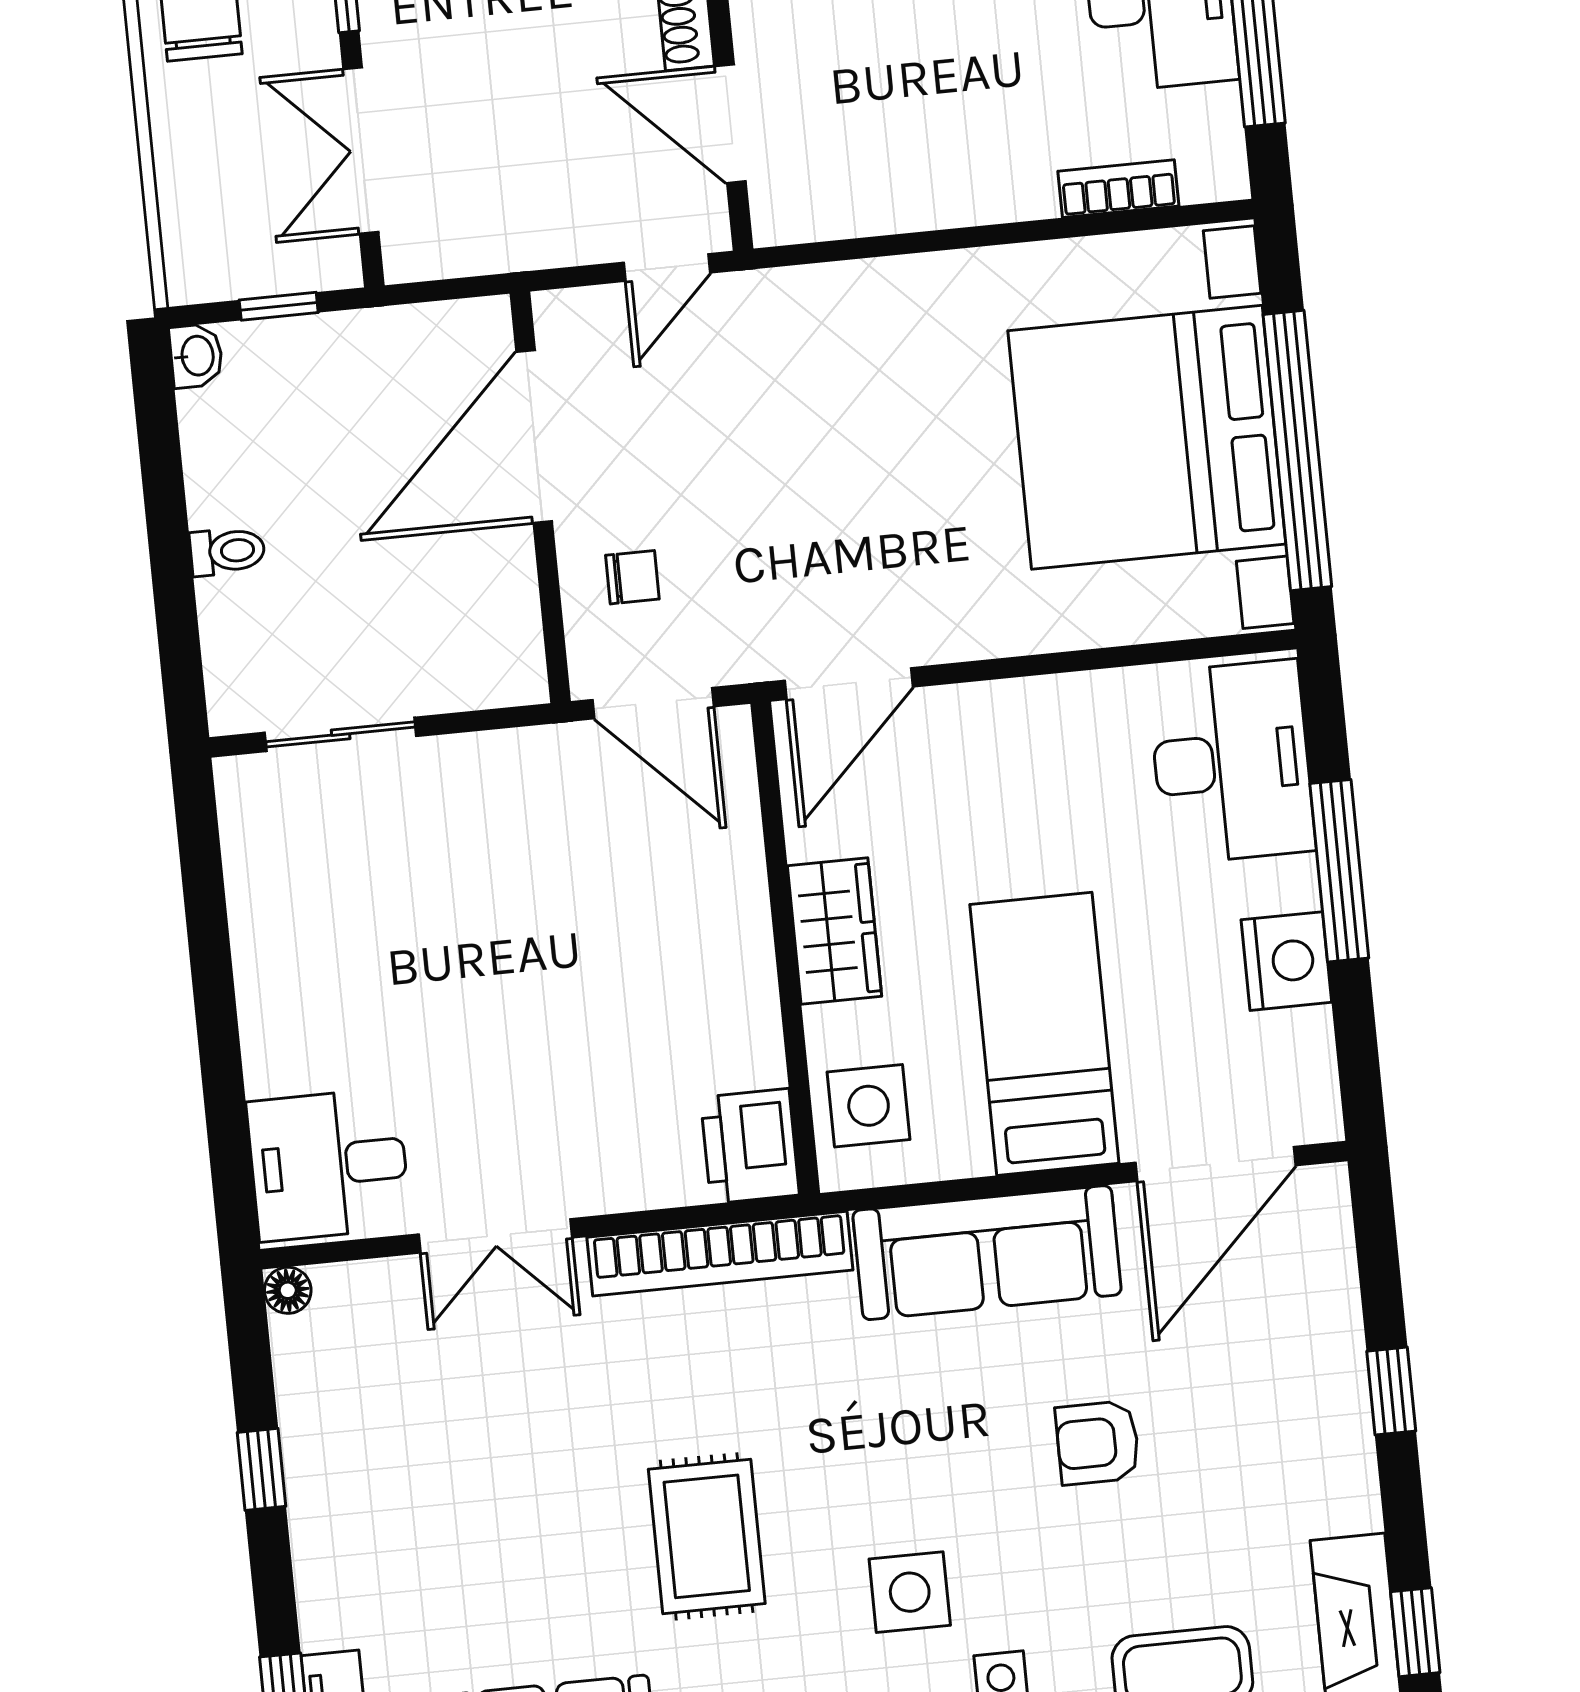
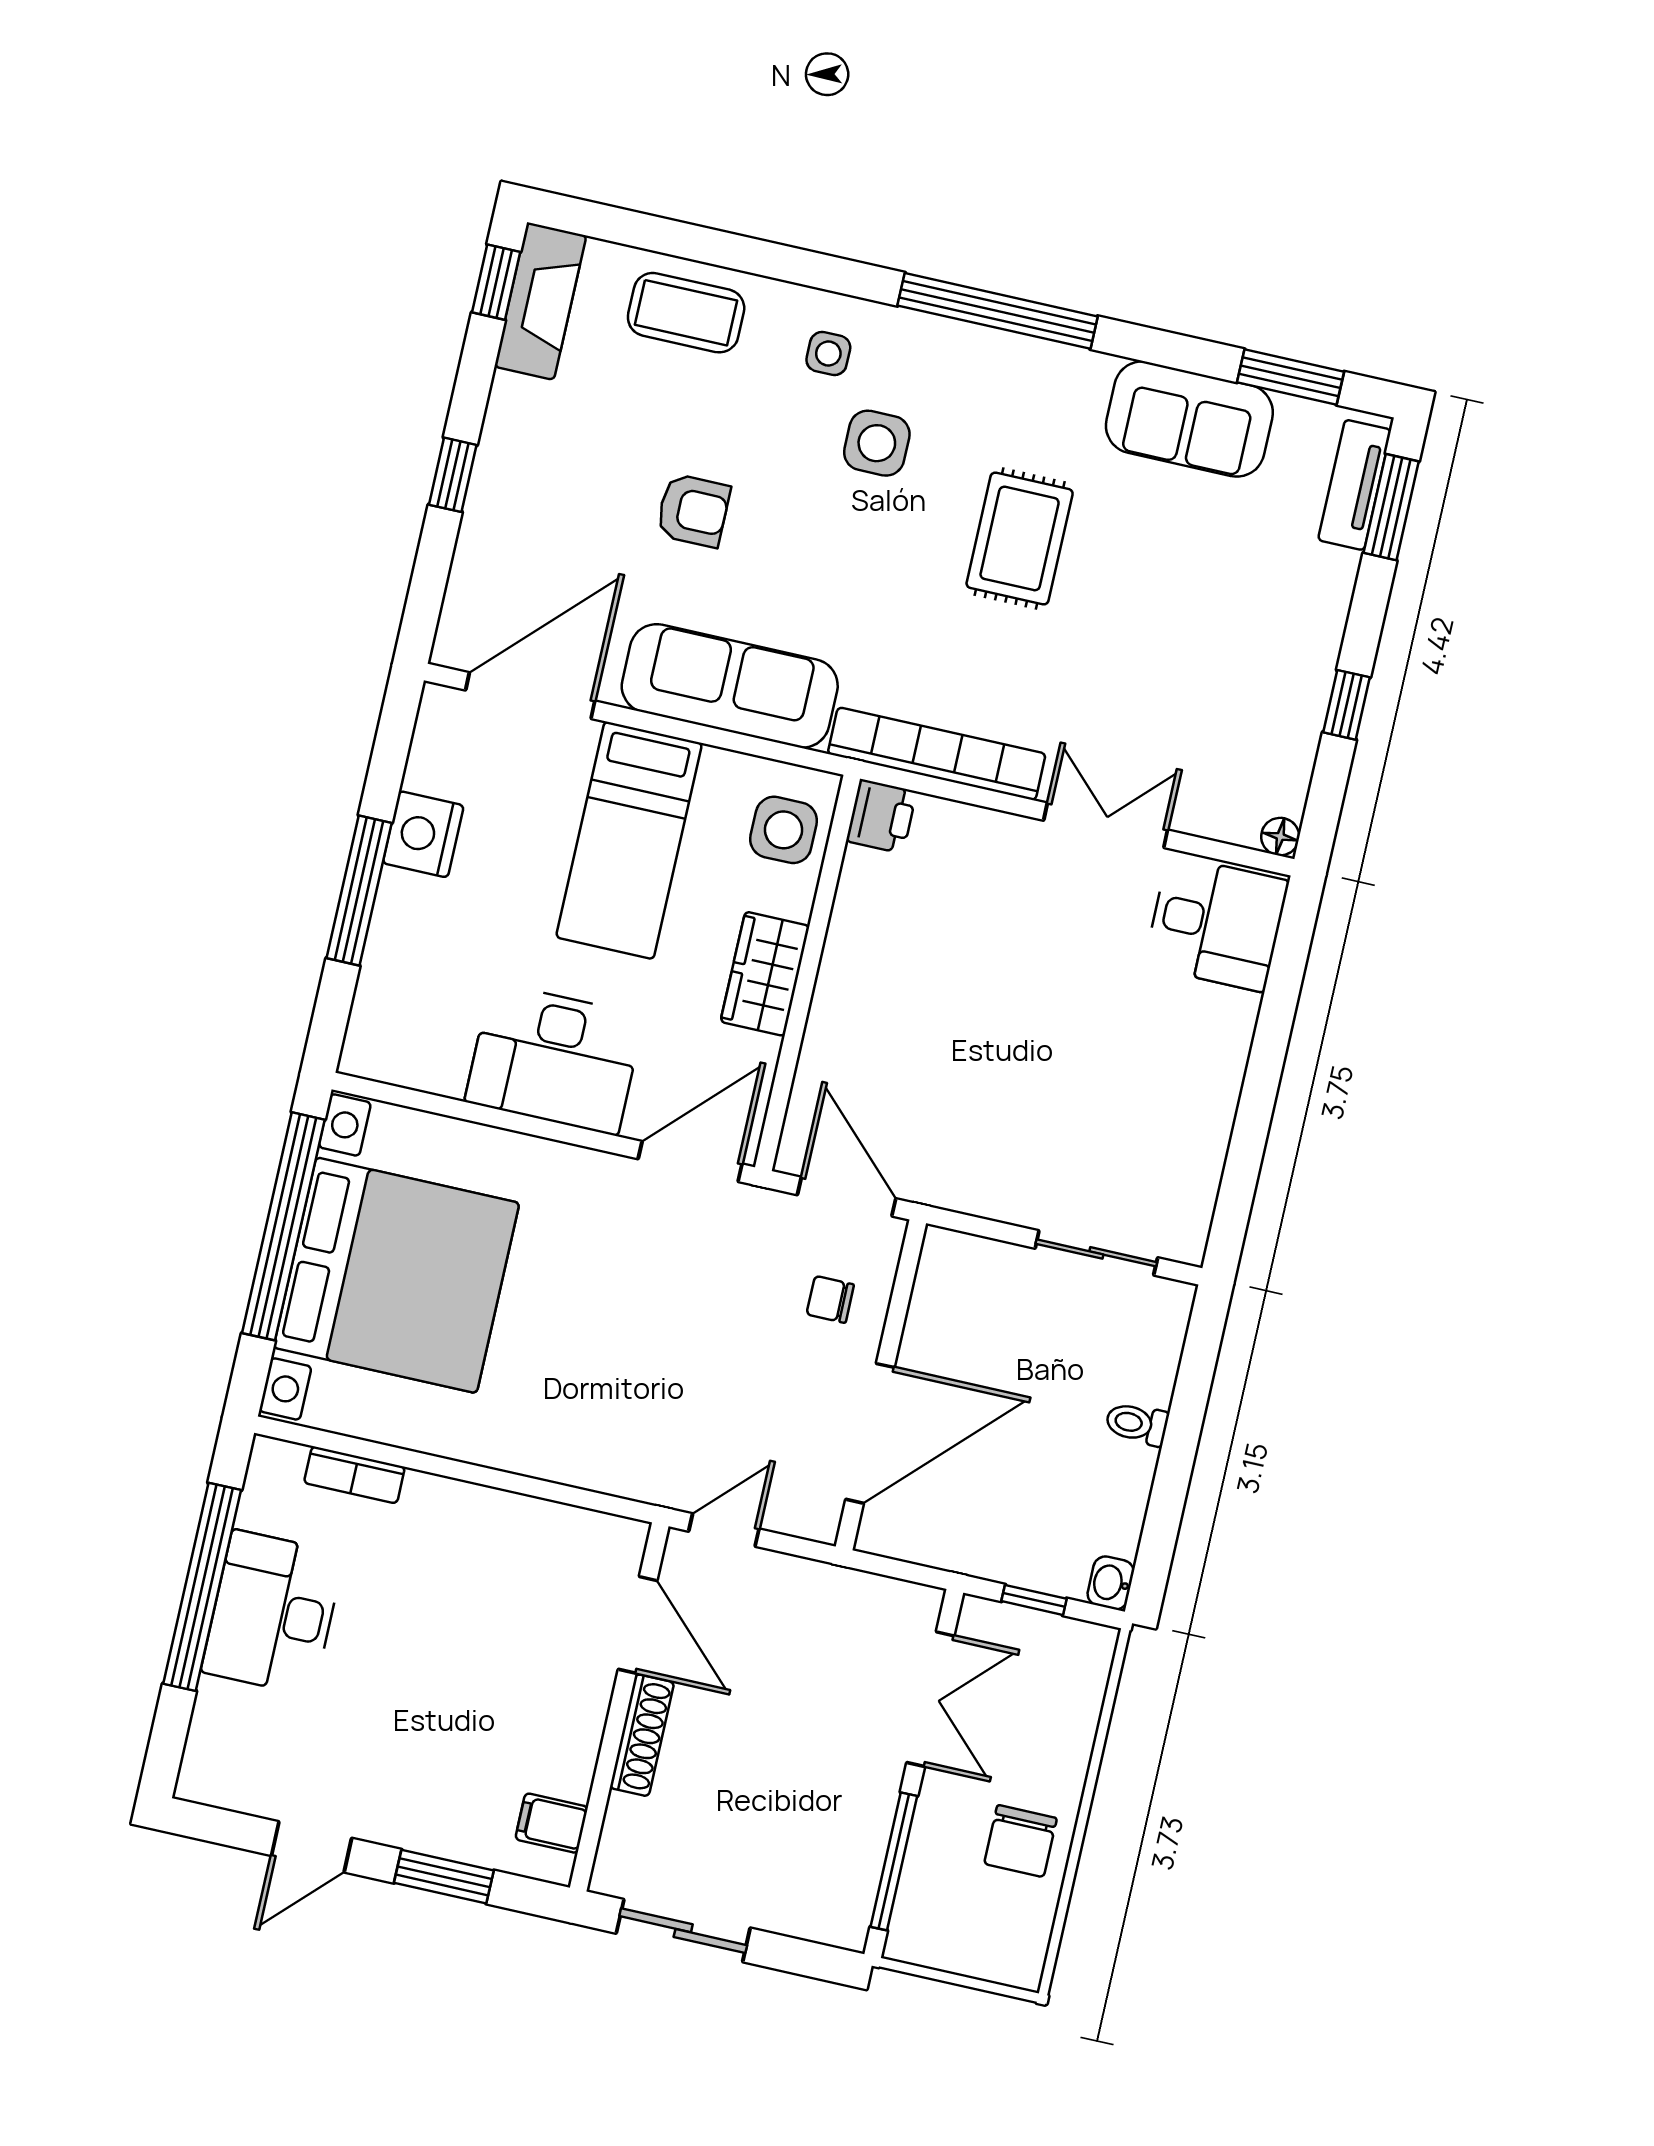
desk: (1231, 762) -> (554, 1059), moved, turned -90
printer: (750, 1146) -> (881, 816), width x0.73, depth x0.81

